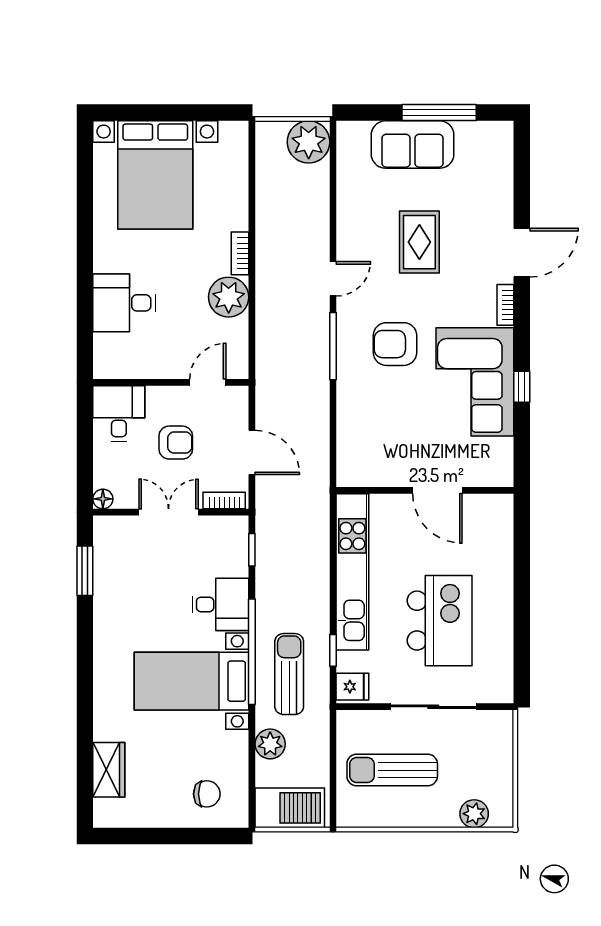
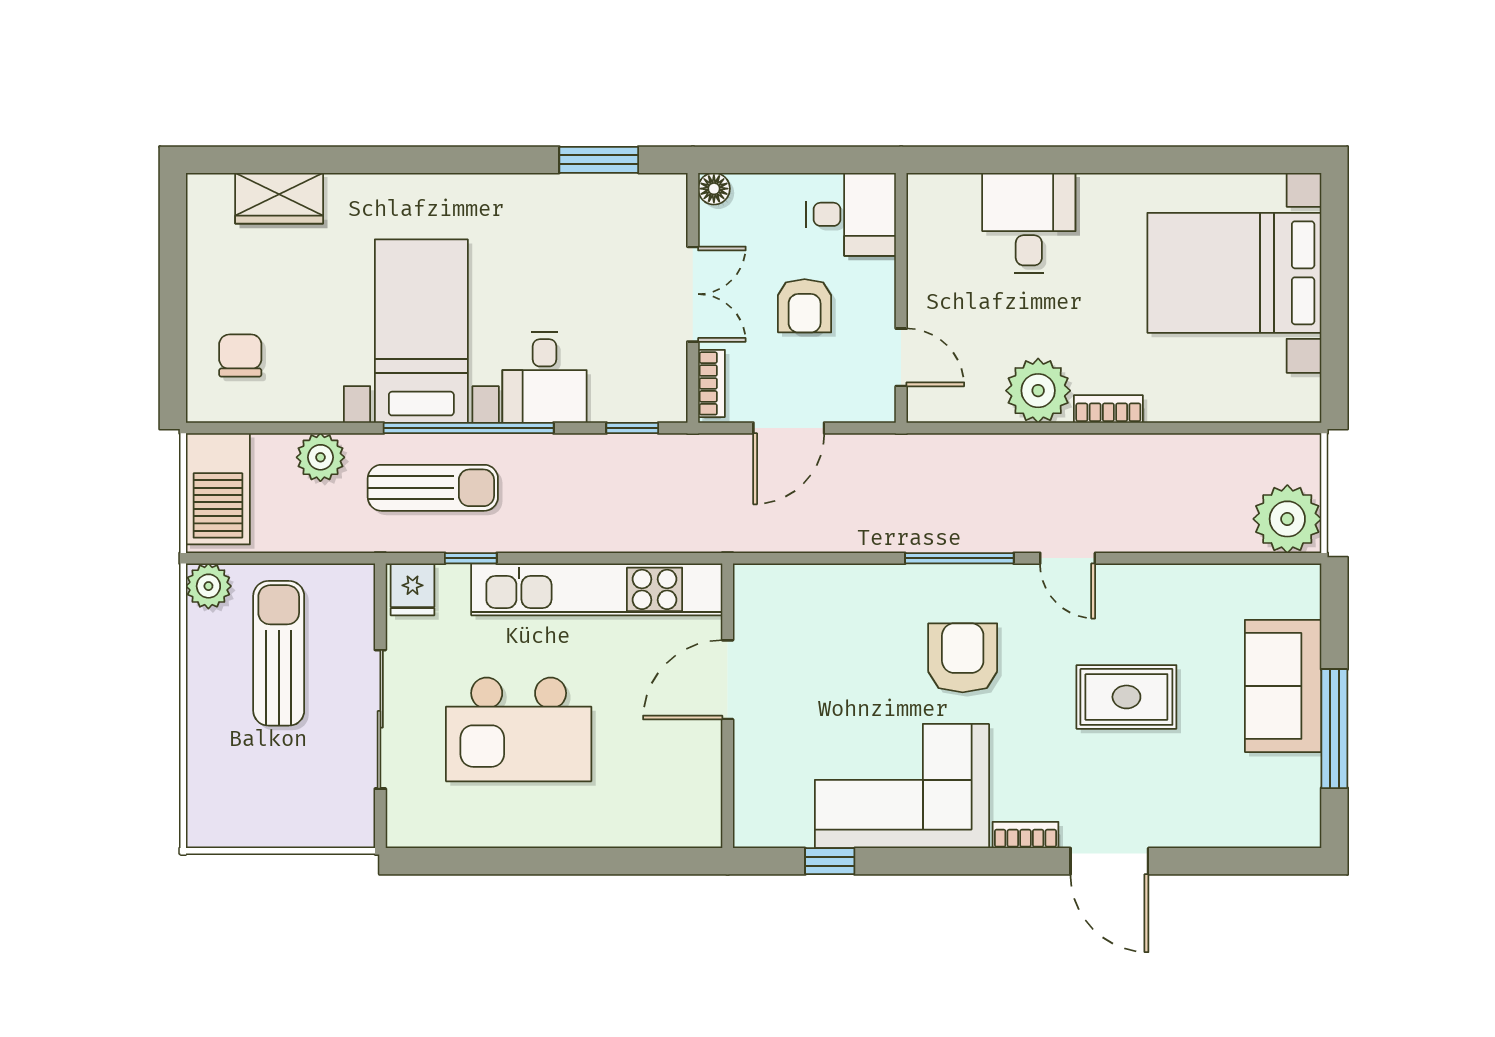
window: (522, 387) -> (830, 861), moved
door: (437, 490) -> (728, 680), moved
chair: (207, 794) -> (240, 356), turned 180
plant: (474, 814) -> (208, 586), moved

